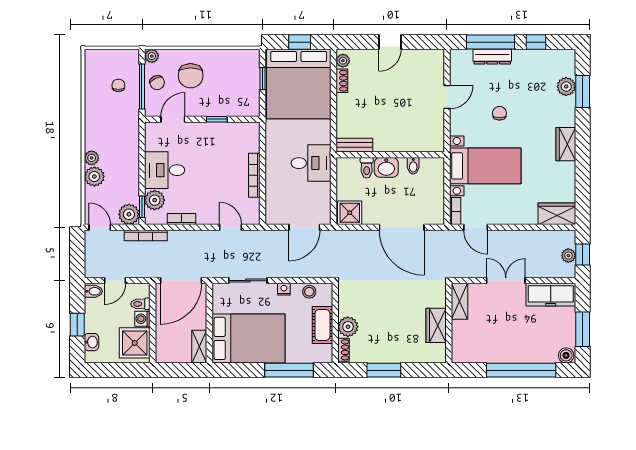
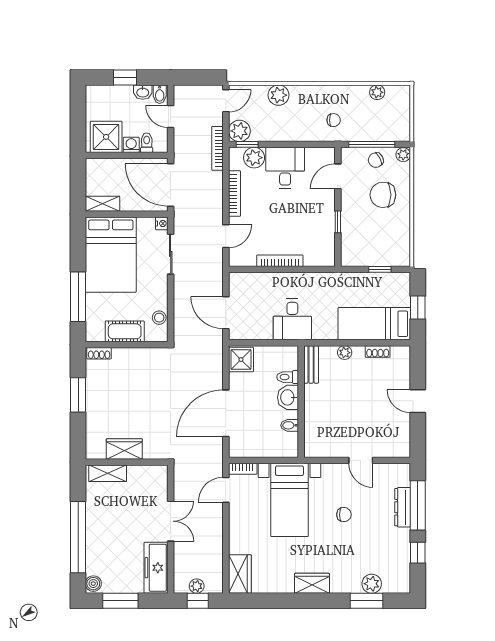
plant: (343, 61) -> (345, 353), moved
bed: (299, 84) -> (374, 324), width x0.49
chair: (118, 85) -> (334, 120), moved
door: (173, 119) -> (338, 176), swing flipped
plant: (92, 158) -> (377, 92), moved
bookcase: (181, 219) -> (234, 194), width x1.56
nightstand: (284, 289) -> (162, 223), moved
shelving: (460, 301) -> (108, 473), moved
plant: (348, 327) -> (123, 358), removed
washbasin: (91, 342) -> (143, 92), moved

